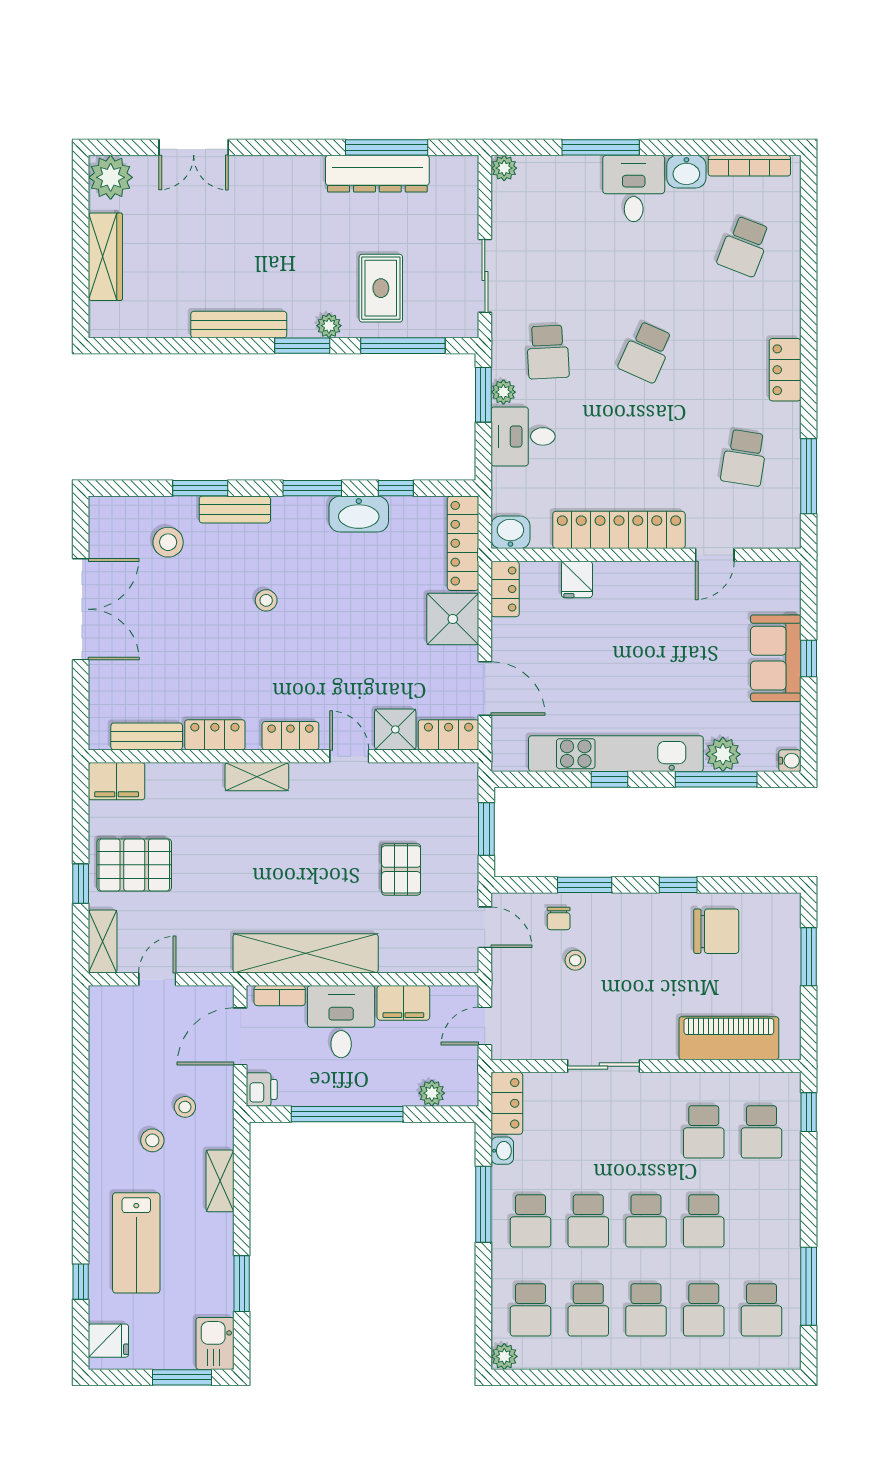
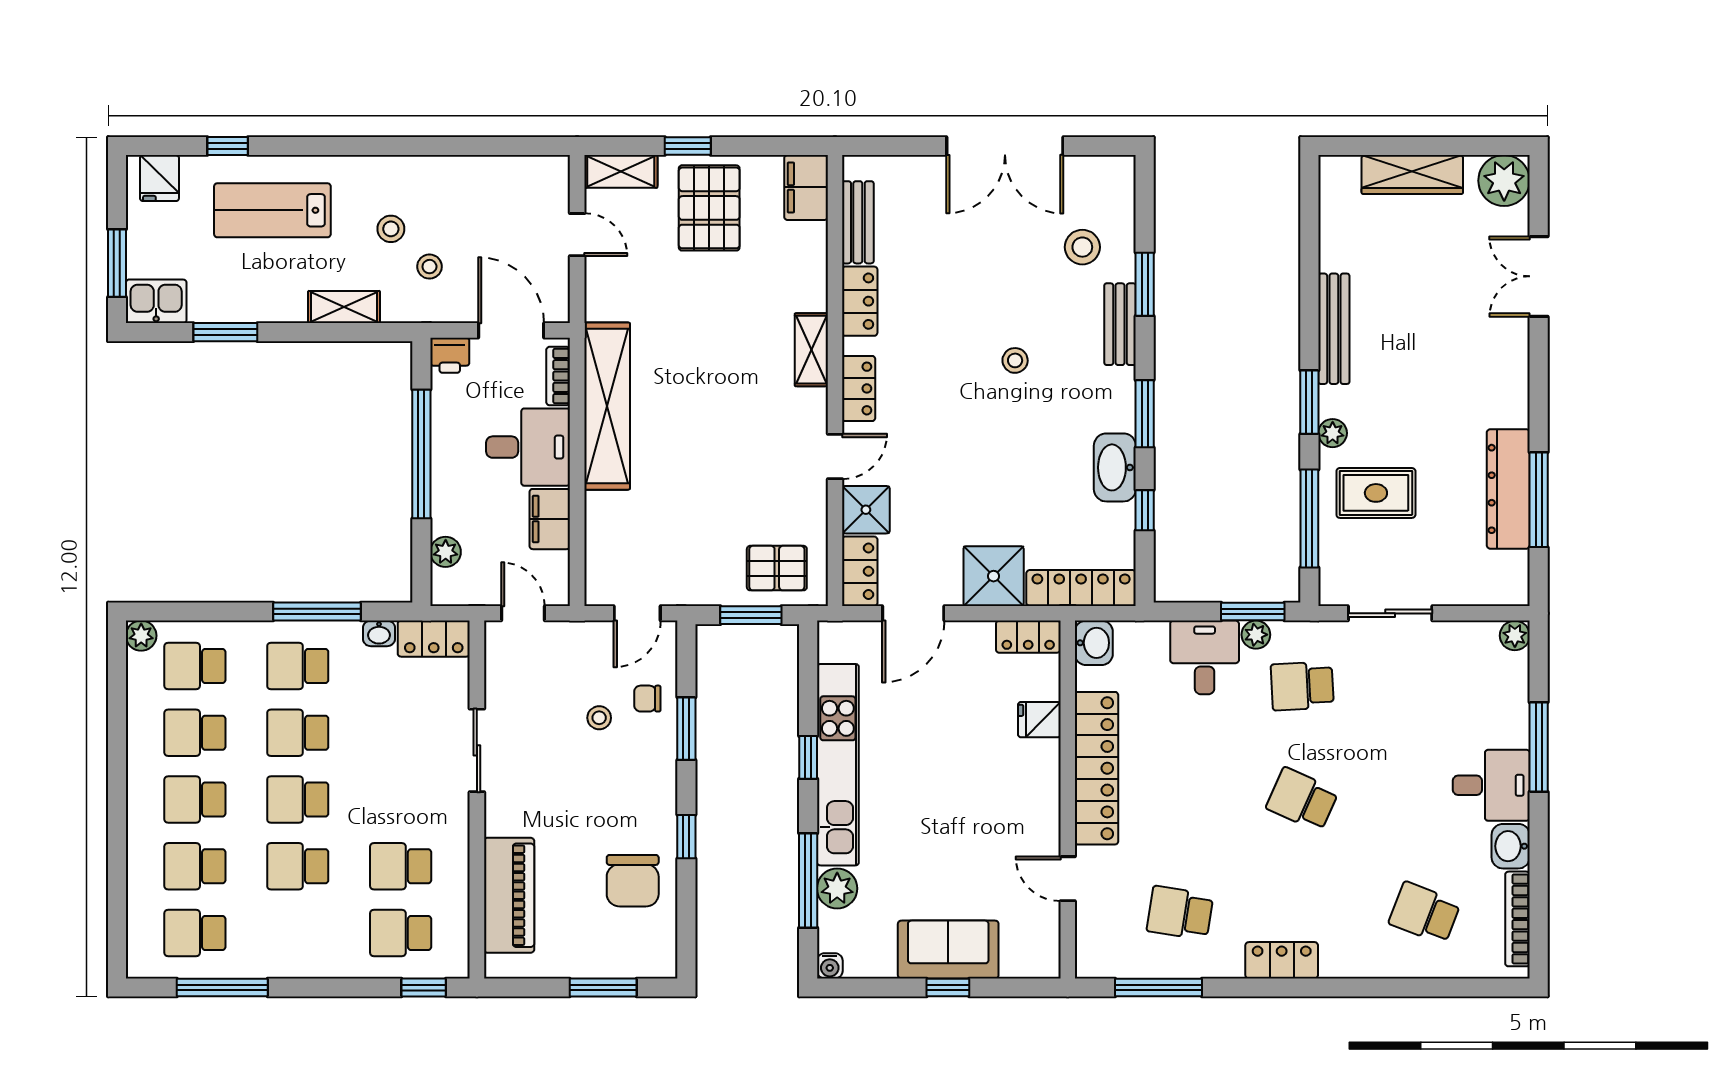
pallet: (401, 869) -> (777, 568), moved

